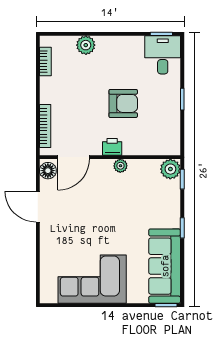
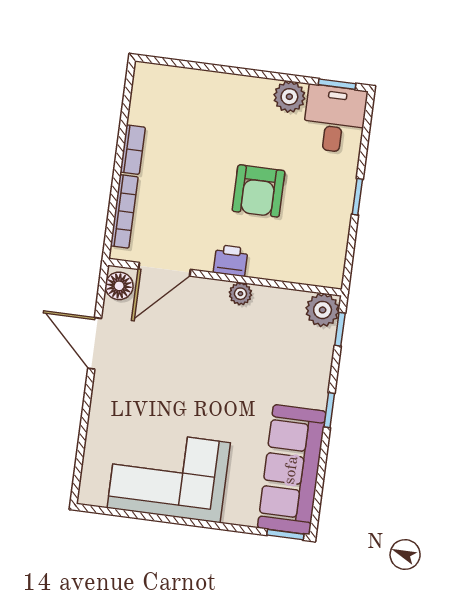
plant: (86, 45) -> (289, 97), moved
bookcase: (45, 62) -> (133, 150), moved
armchair: (123, 103) -> (258, 191), turned 90

